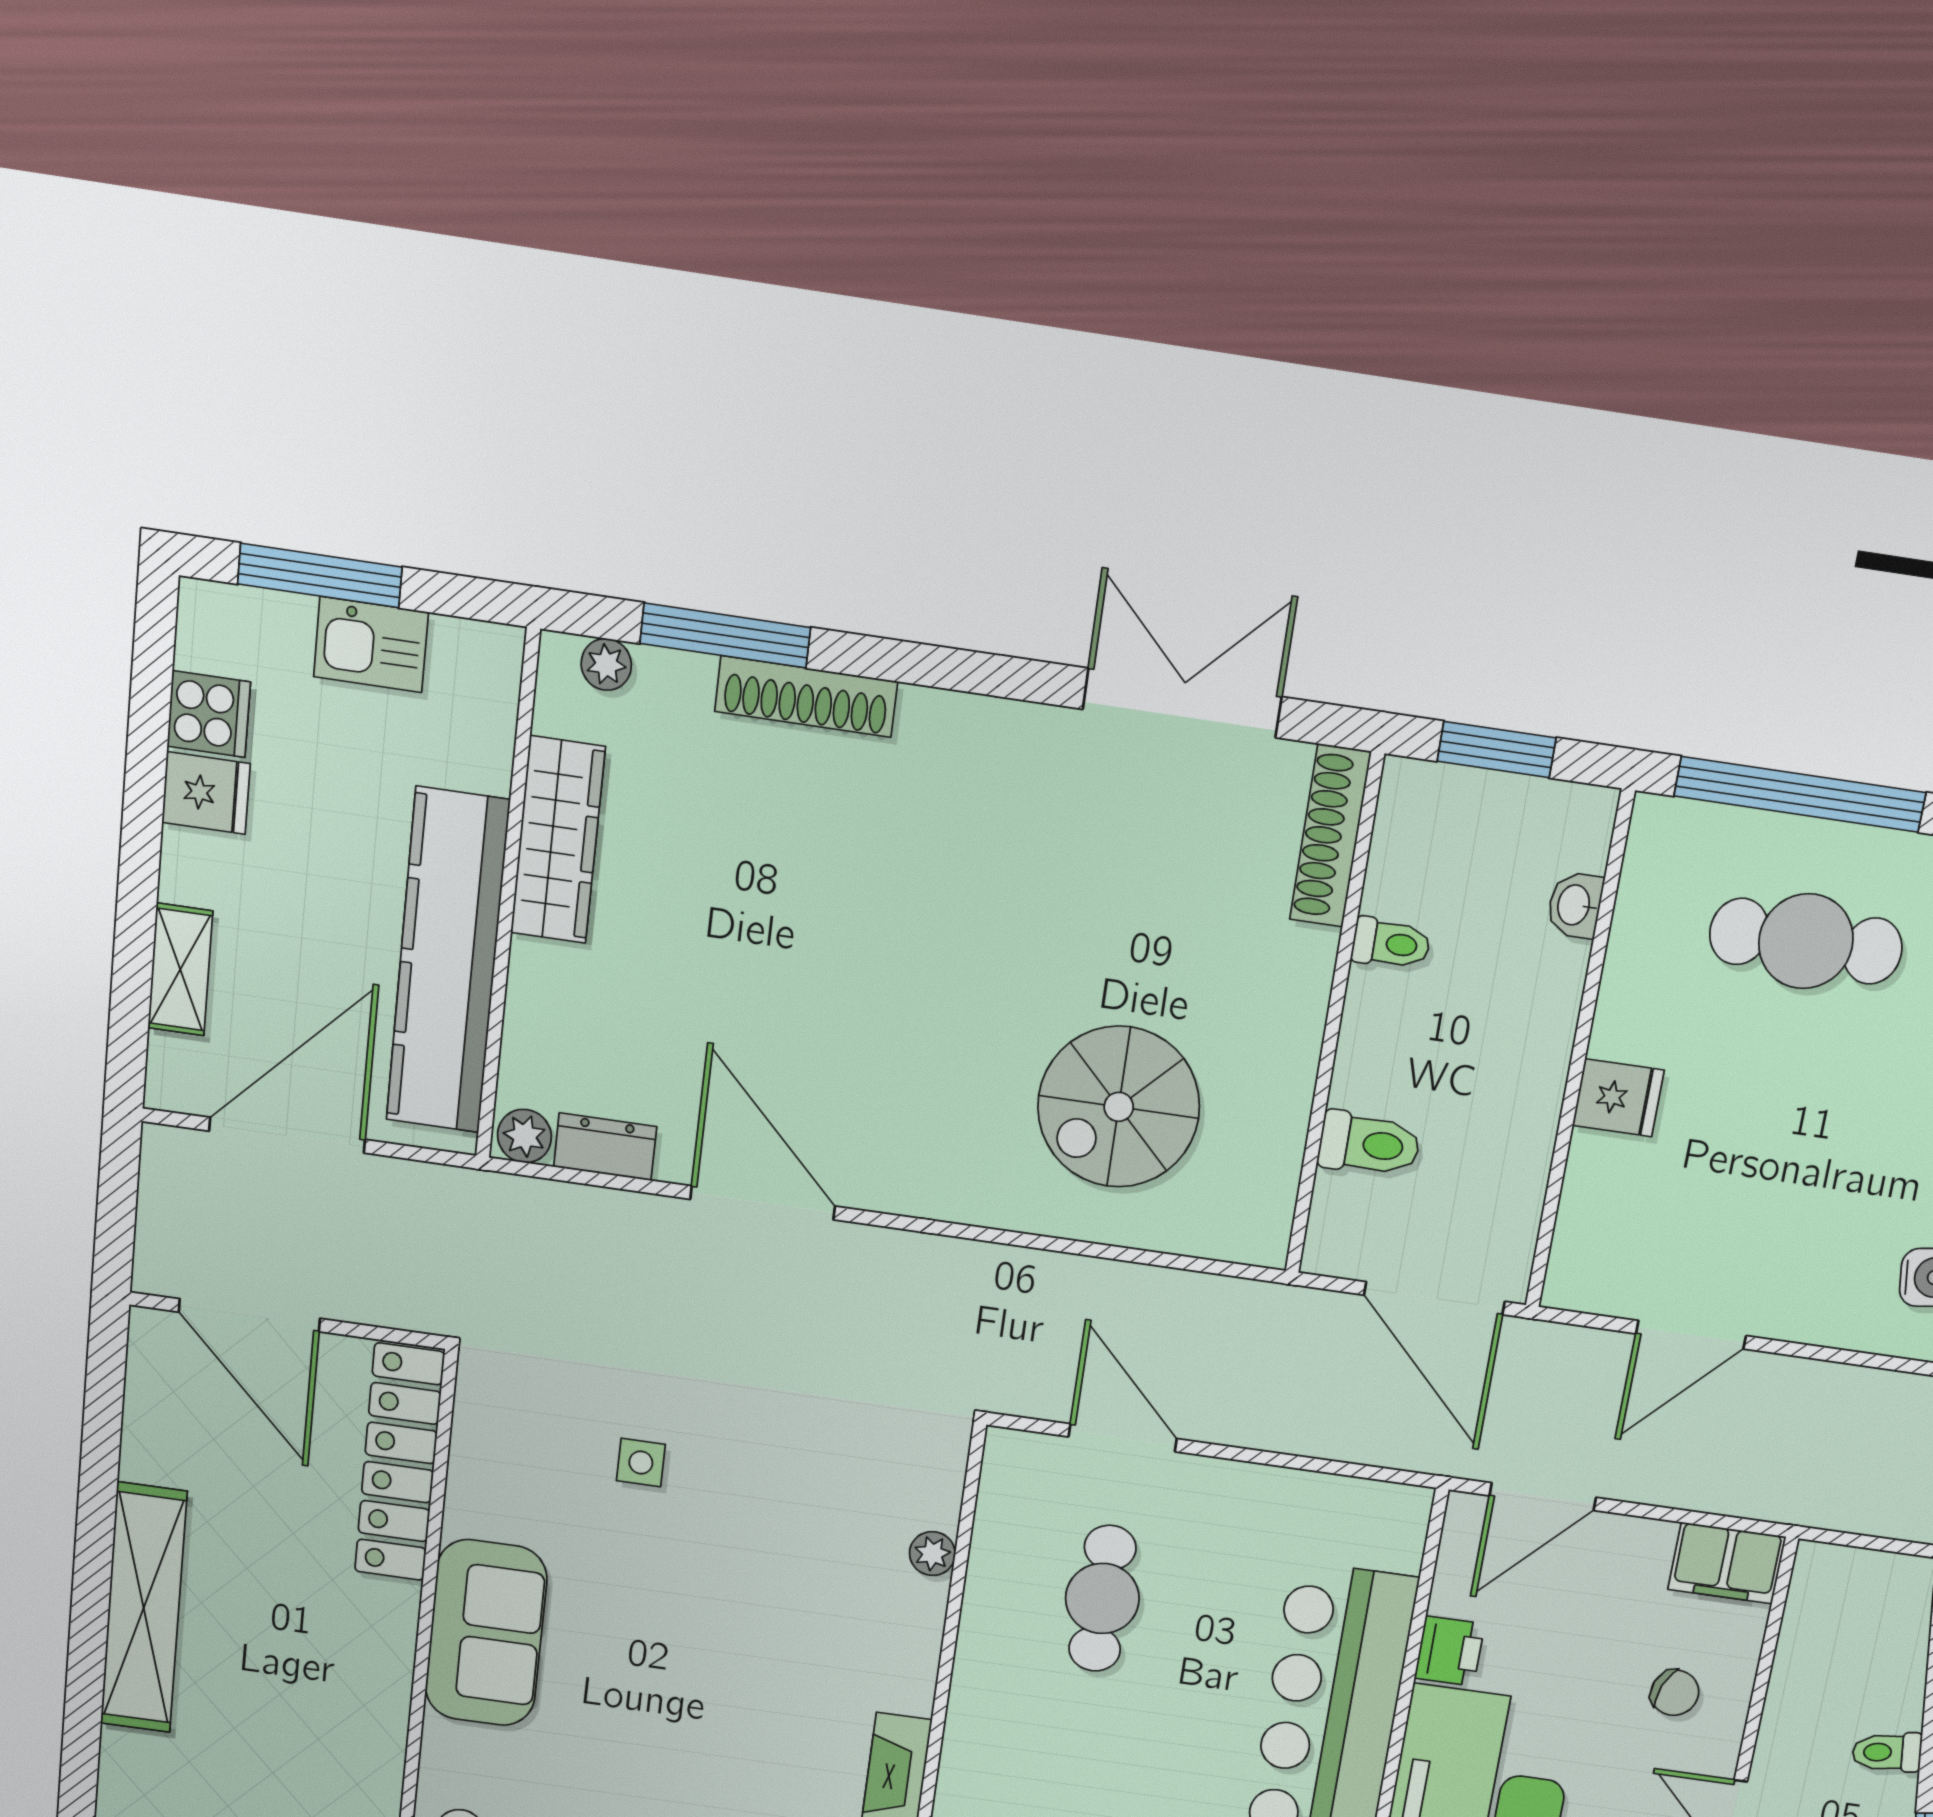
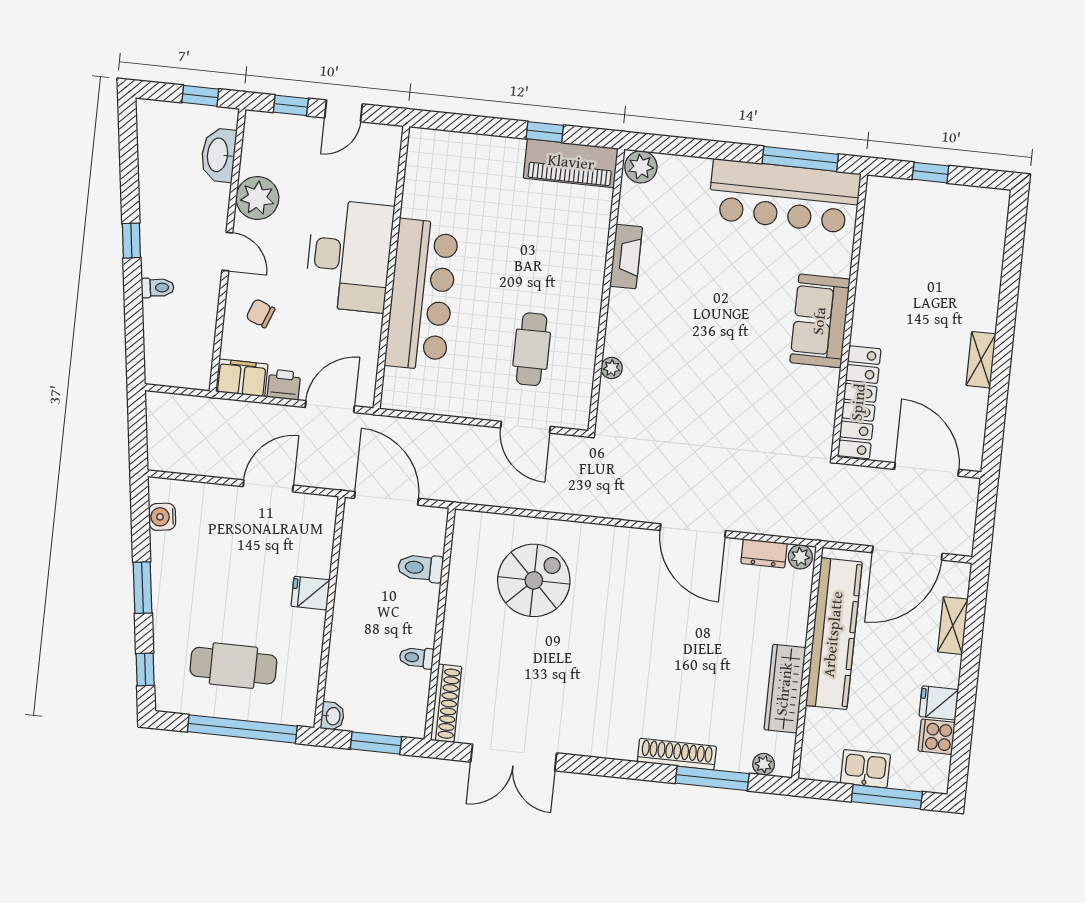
washbasin: (1575, 905) -> (332, 716), moved
side table: (641, 1463) -> (748, 407), removed
shelving: (144, 1608) -> (981, 360), width x0.45, depth x0.75
printer: (1450, 1651) -> (284, 385), moved, turned 90

